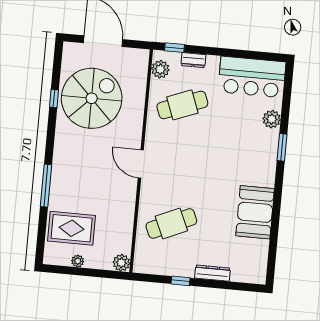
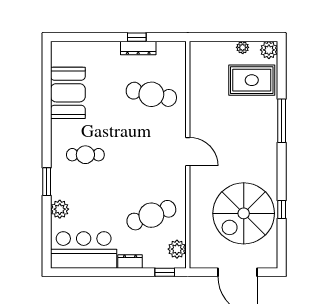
dresser: (193, 60) -> (130, 261), moved
cafe table: (242, 170) -> (85, 155), added
booth: (255, 212) -> (68, 93), moved
cafe table: (171, 224) -> (151, 94), turned 36
plant: (121, 263) -> (269, 50), moved
dresser: (212, 273) -> (138, 48), moved

